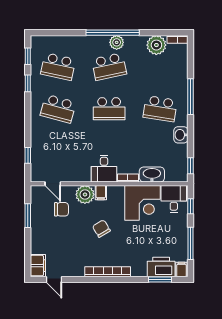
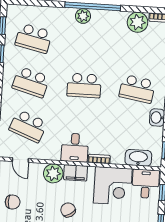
plant: (117, 42) -> (83, 16), moved
school desk: (109, 67) -> (28, 126), moved, turned 33
washbasin: (152, 174) -> (138, 158), moved
filing cabinet: (101, 193) -> (76, 173), width x2.00
chair: (61, 209) -> (13, 202), moved

